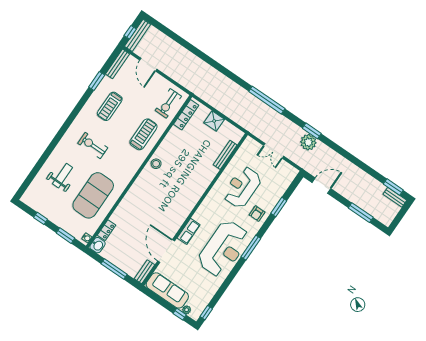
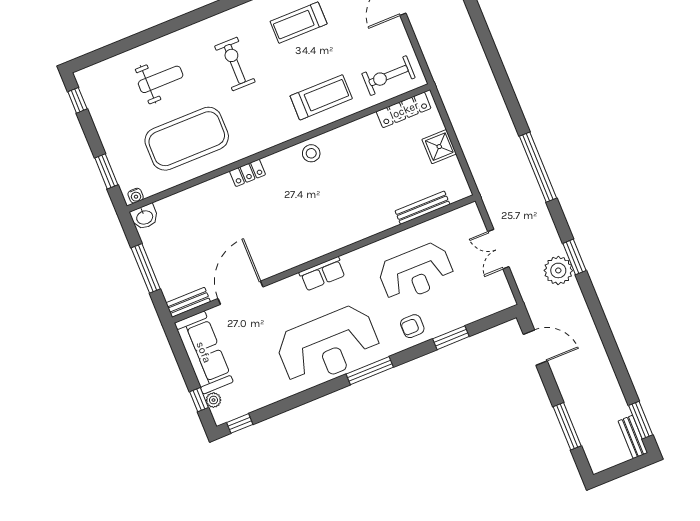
reception desk: (242, 187) -> (416, 272), turned 180
window: (41, 218) -> (77, 100), moved
locker: (106, 230) -> (248, 173), moved
row of seats: (189, 231) -> (322, 274), moved

